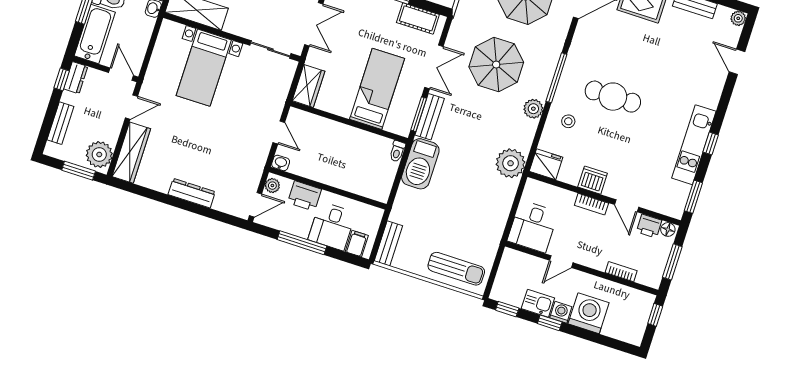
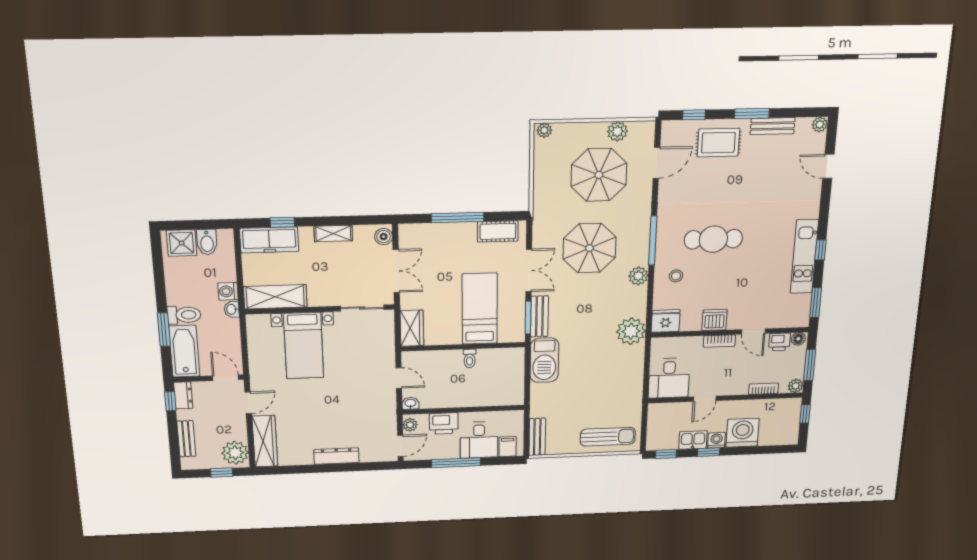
toilet: (397, 151) -> (470, 358), moved
window: (79, 171) -> (222, 472), width x0.67
plant: (653, 280) -> (796, 386), added

